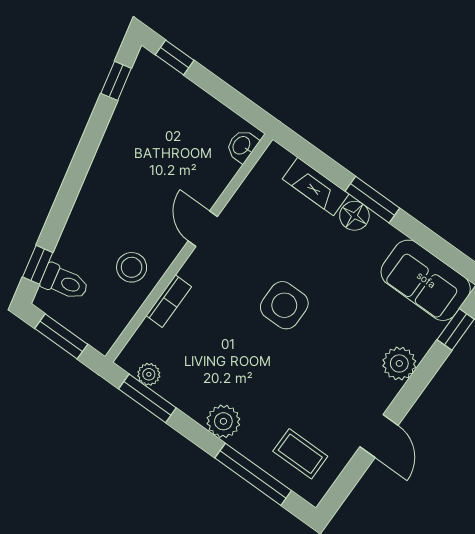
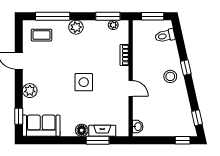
window: (372, 200) -> (98, 140), moved
window: (38, 265) -> (186, 68), moved
stool: (132, 267) -> (170, 76), moved

